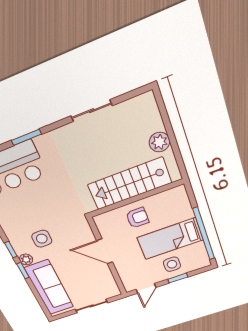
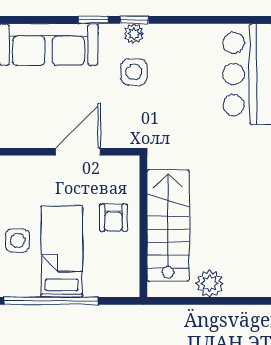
plant: (26, 259) -> (134, 34), moved

